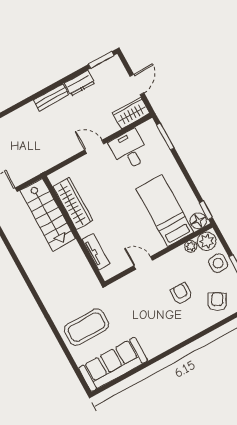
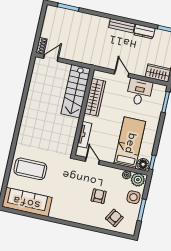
wardrobe: (73, 204) -> (95, 97), moved
stairs: (48, 215) -> (76, 91), moved
wall: (74, 230) -> (83, 112), moved
tv unit: (96, 252) -> (84, 135), moved

